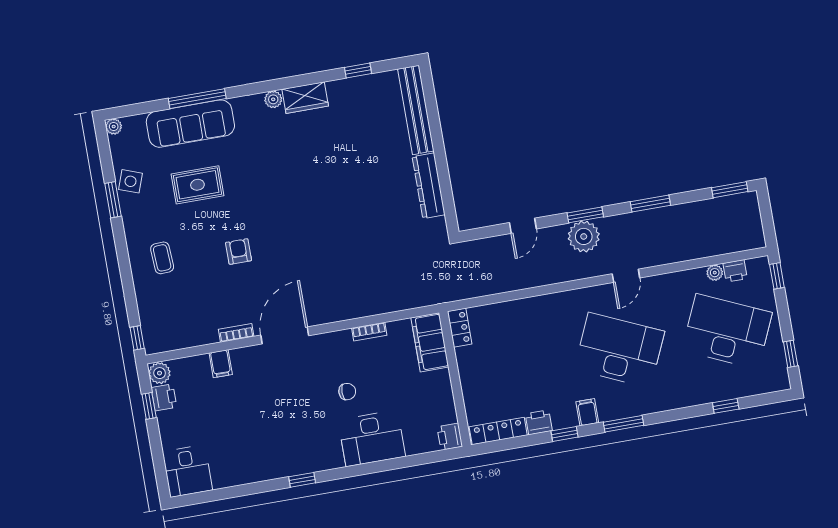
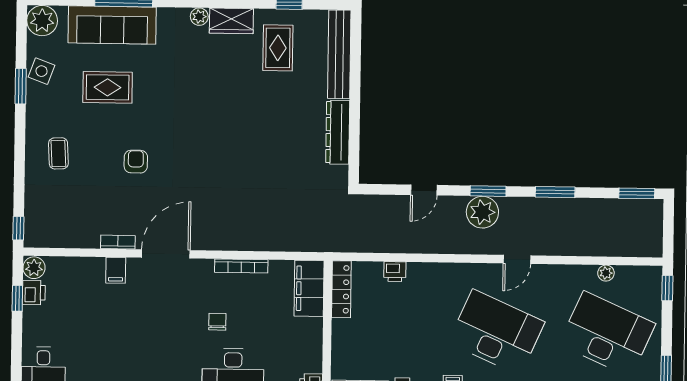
rug: (355, 115) -> (278, 48), added
plant: (114, 126) -> (42, 21), width x1.88, depth x1.88
printer: (735, 271) -> (395, 272), moved
locker: (460, 328) -> (341, 289), width x1.53
bookcase: (369, 332) -> (241, 266), width x1.56
filing cabinet: (221, 364) -> (116, 270), moved
chair: (347, 392) -> (217, 322), turned -90

